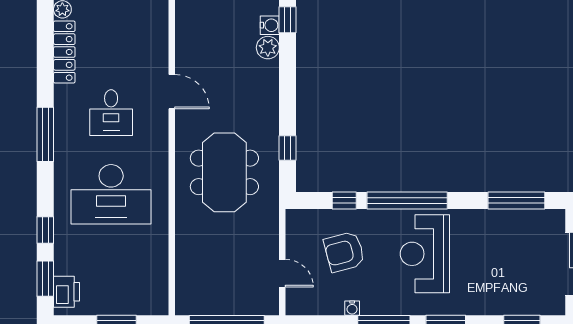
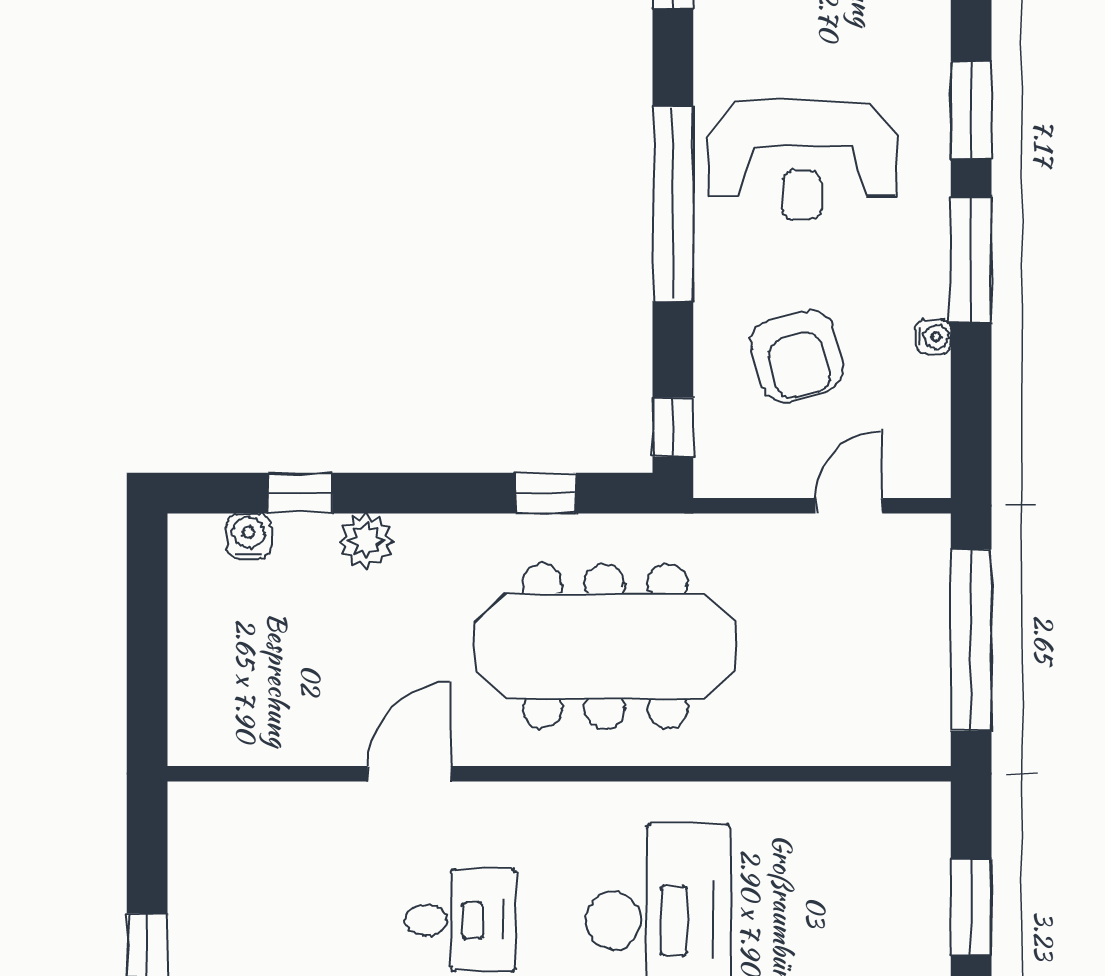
window: (288, 20) -> (300, 493), moved
plant: (268, 48) -> (366, 541), moved
meeting table: (224, 172) -> (605, 646), width x1.36
window: (344, 200) -> (673, 427), moved

